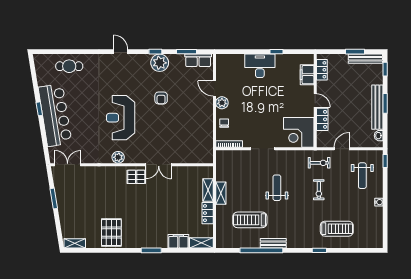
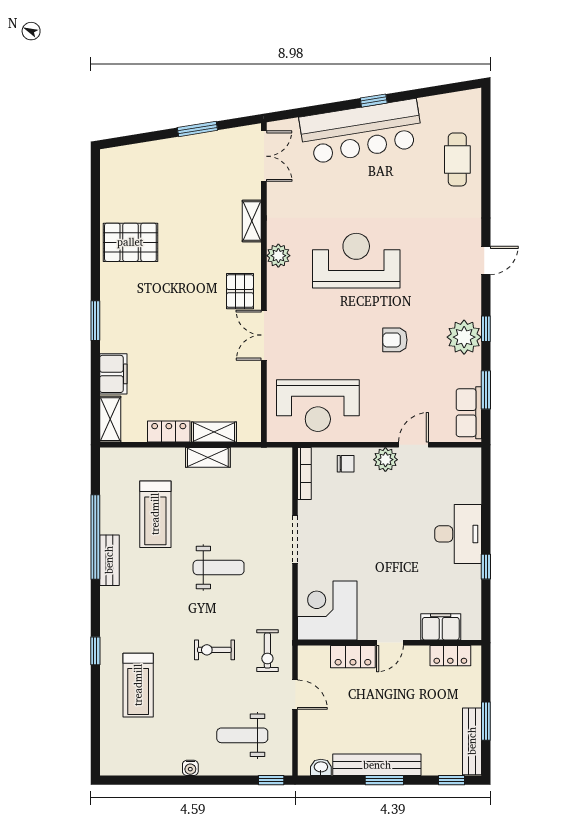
reception desk: (195, 137) -> (318, 406), added
treadmill: (250, 220) -> (155, 514), turned 180
shelving: (75, 243) -> (252, 221), moved

